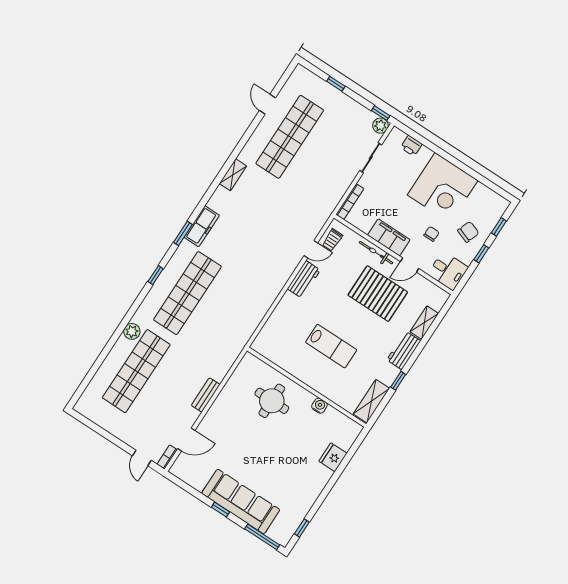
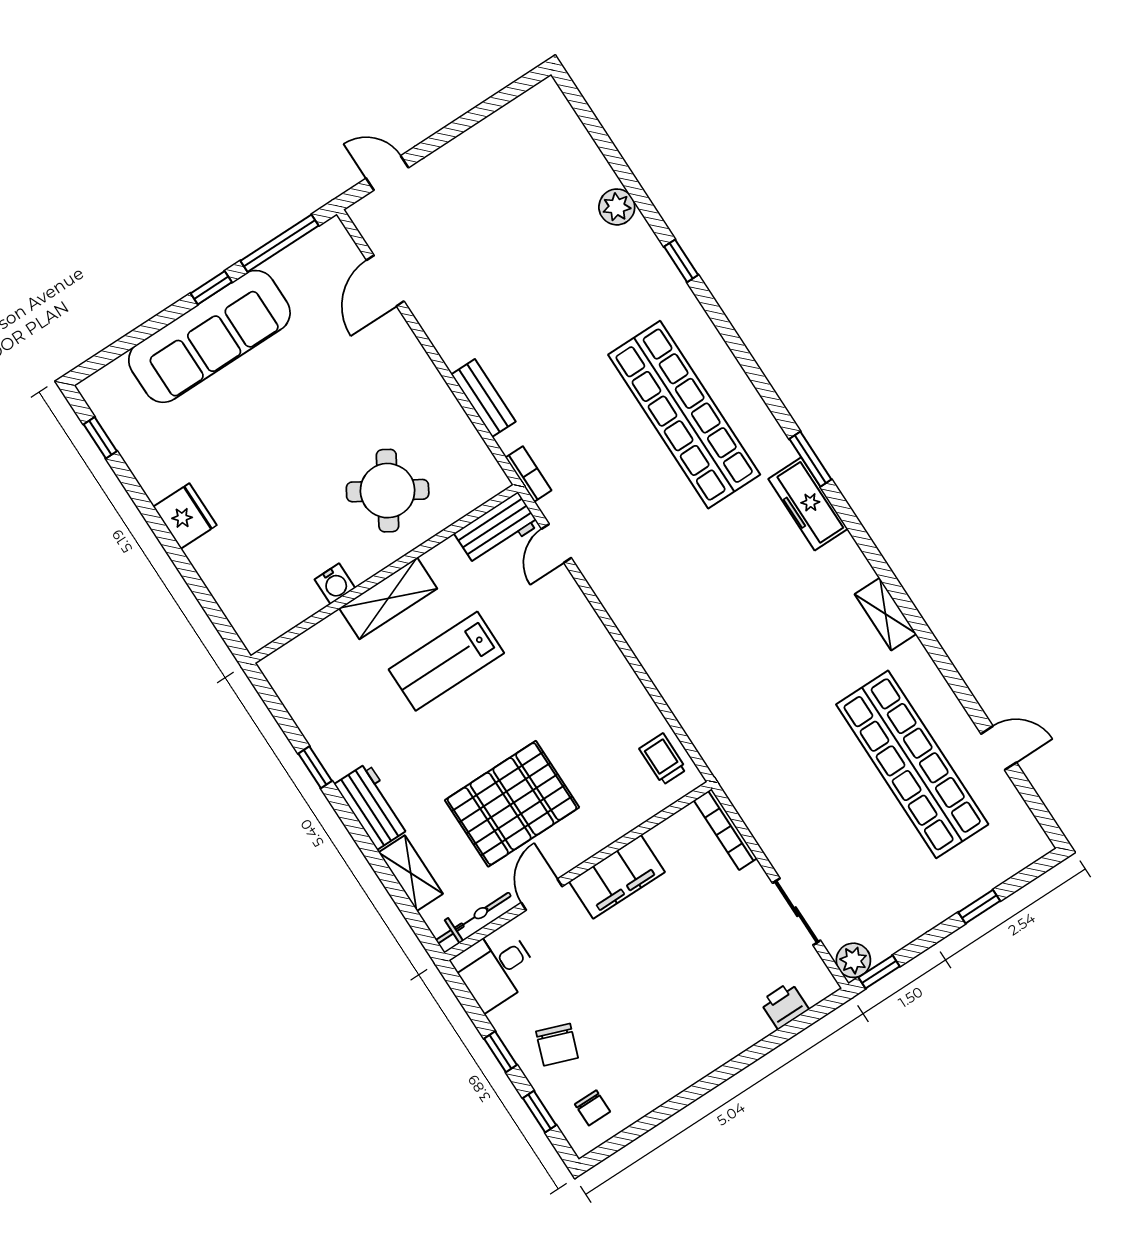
corner desk: (443, 188) -> (670, 1032), removed
chair: (431, 234) -> (593, 1108), moved
door: (311, 249) -> (556, 543), moved
bicycle: (376, 253) -> (473, 918), moved
window: (156, 275) -> (681, 261), moved
workbench: (304, 279) -> (497, 529), moved, turned -90
plant: (132, 331) -> (617, 207), moved
shop shelf: (136, 371) -> (570, 240), removed
bench: (206, 395) -> (483, 398), moved
round table: (272, 401) -> (388, 491), turned 31
shelving: (371, 401) -> (388, 598), moved, turned 90
bookcase: (167, 457) -> (528, 474), moved
fridge: (333, 457) -> (185, 516), moved
window: (262, 537) -> (280, 243), moved

